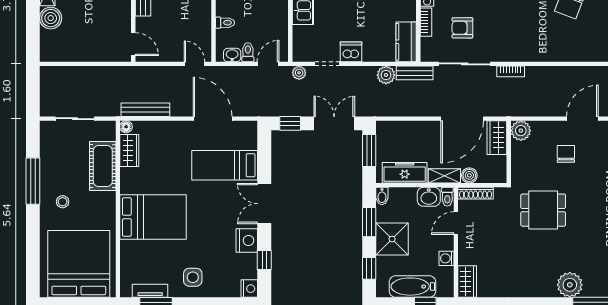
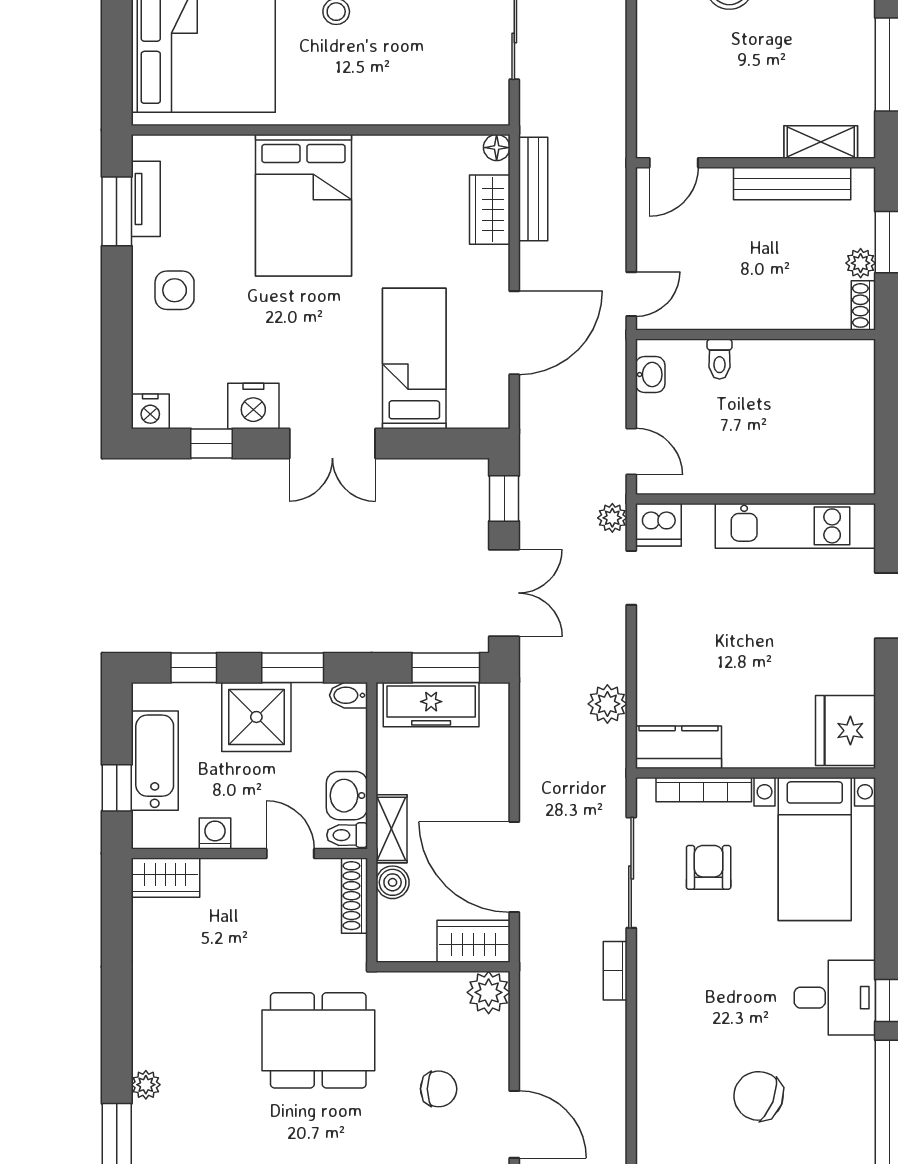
bookcase: (426, 22) -> (704, 790), width x1.56
toilet: (248, 52) -> (656, 408), removed
dishwasher: (351, 52) -> (658, 525), moved, turned 90
bench: (415, 73) -> (612, 765), removed
wardrobe: (129, 150) -> (490, 210), moved, turned 90
cot: (103, 166) -> (413, 98), removed
freezer: (405, 173) -> (431, 705), moved, turned 90
double door: (264, 204) -> (332, 443), swing flipped
dining table: (543, 210) -> (318, 1040), width x1.38
plant: (570, 285) -> (146, 1085), width x0.53, depth x0.53

